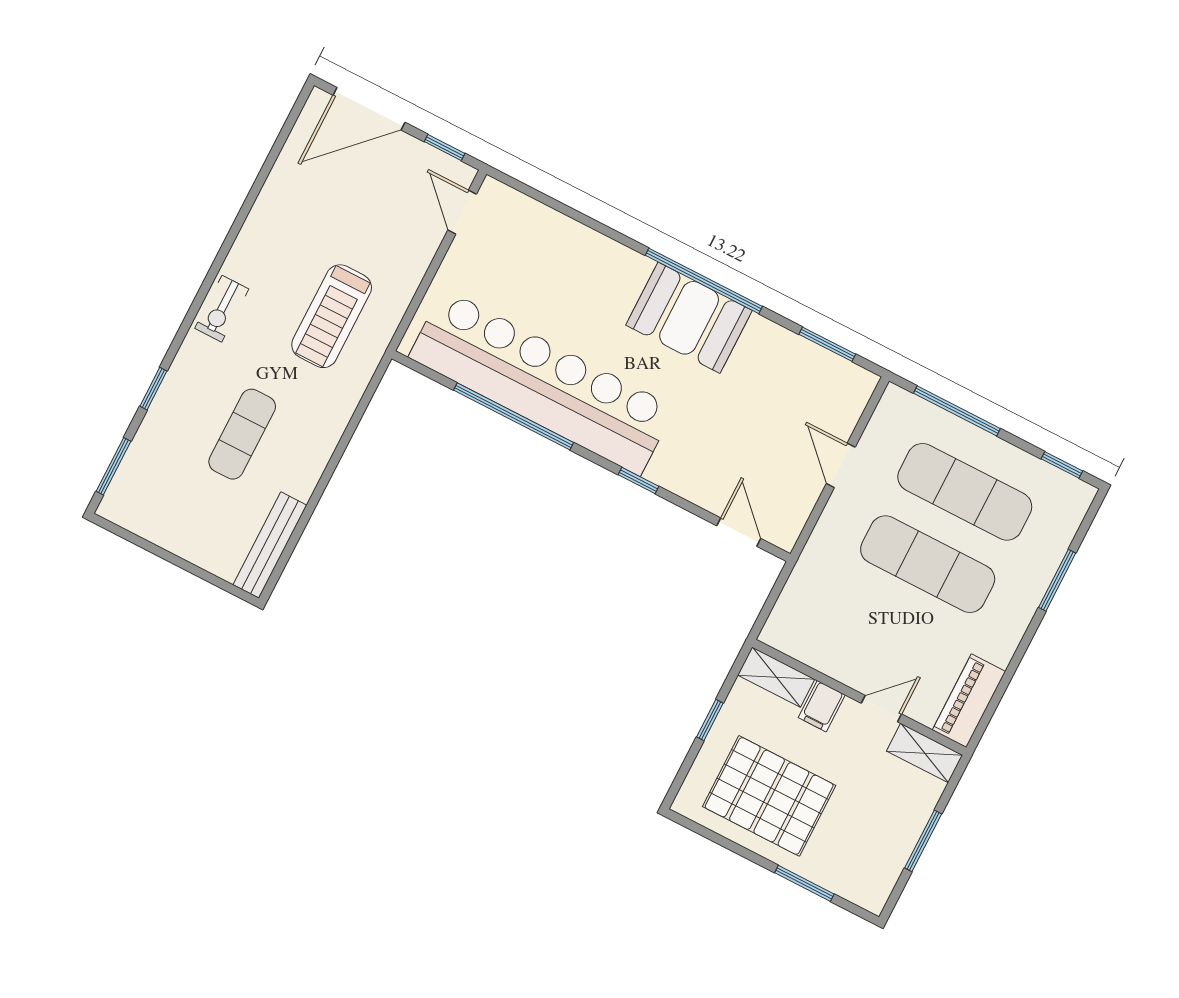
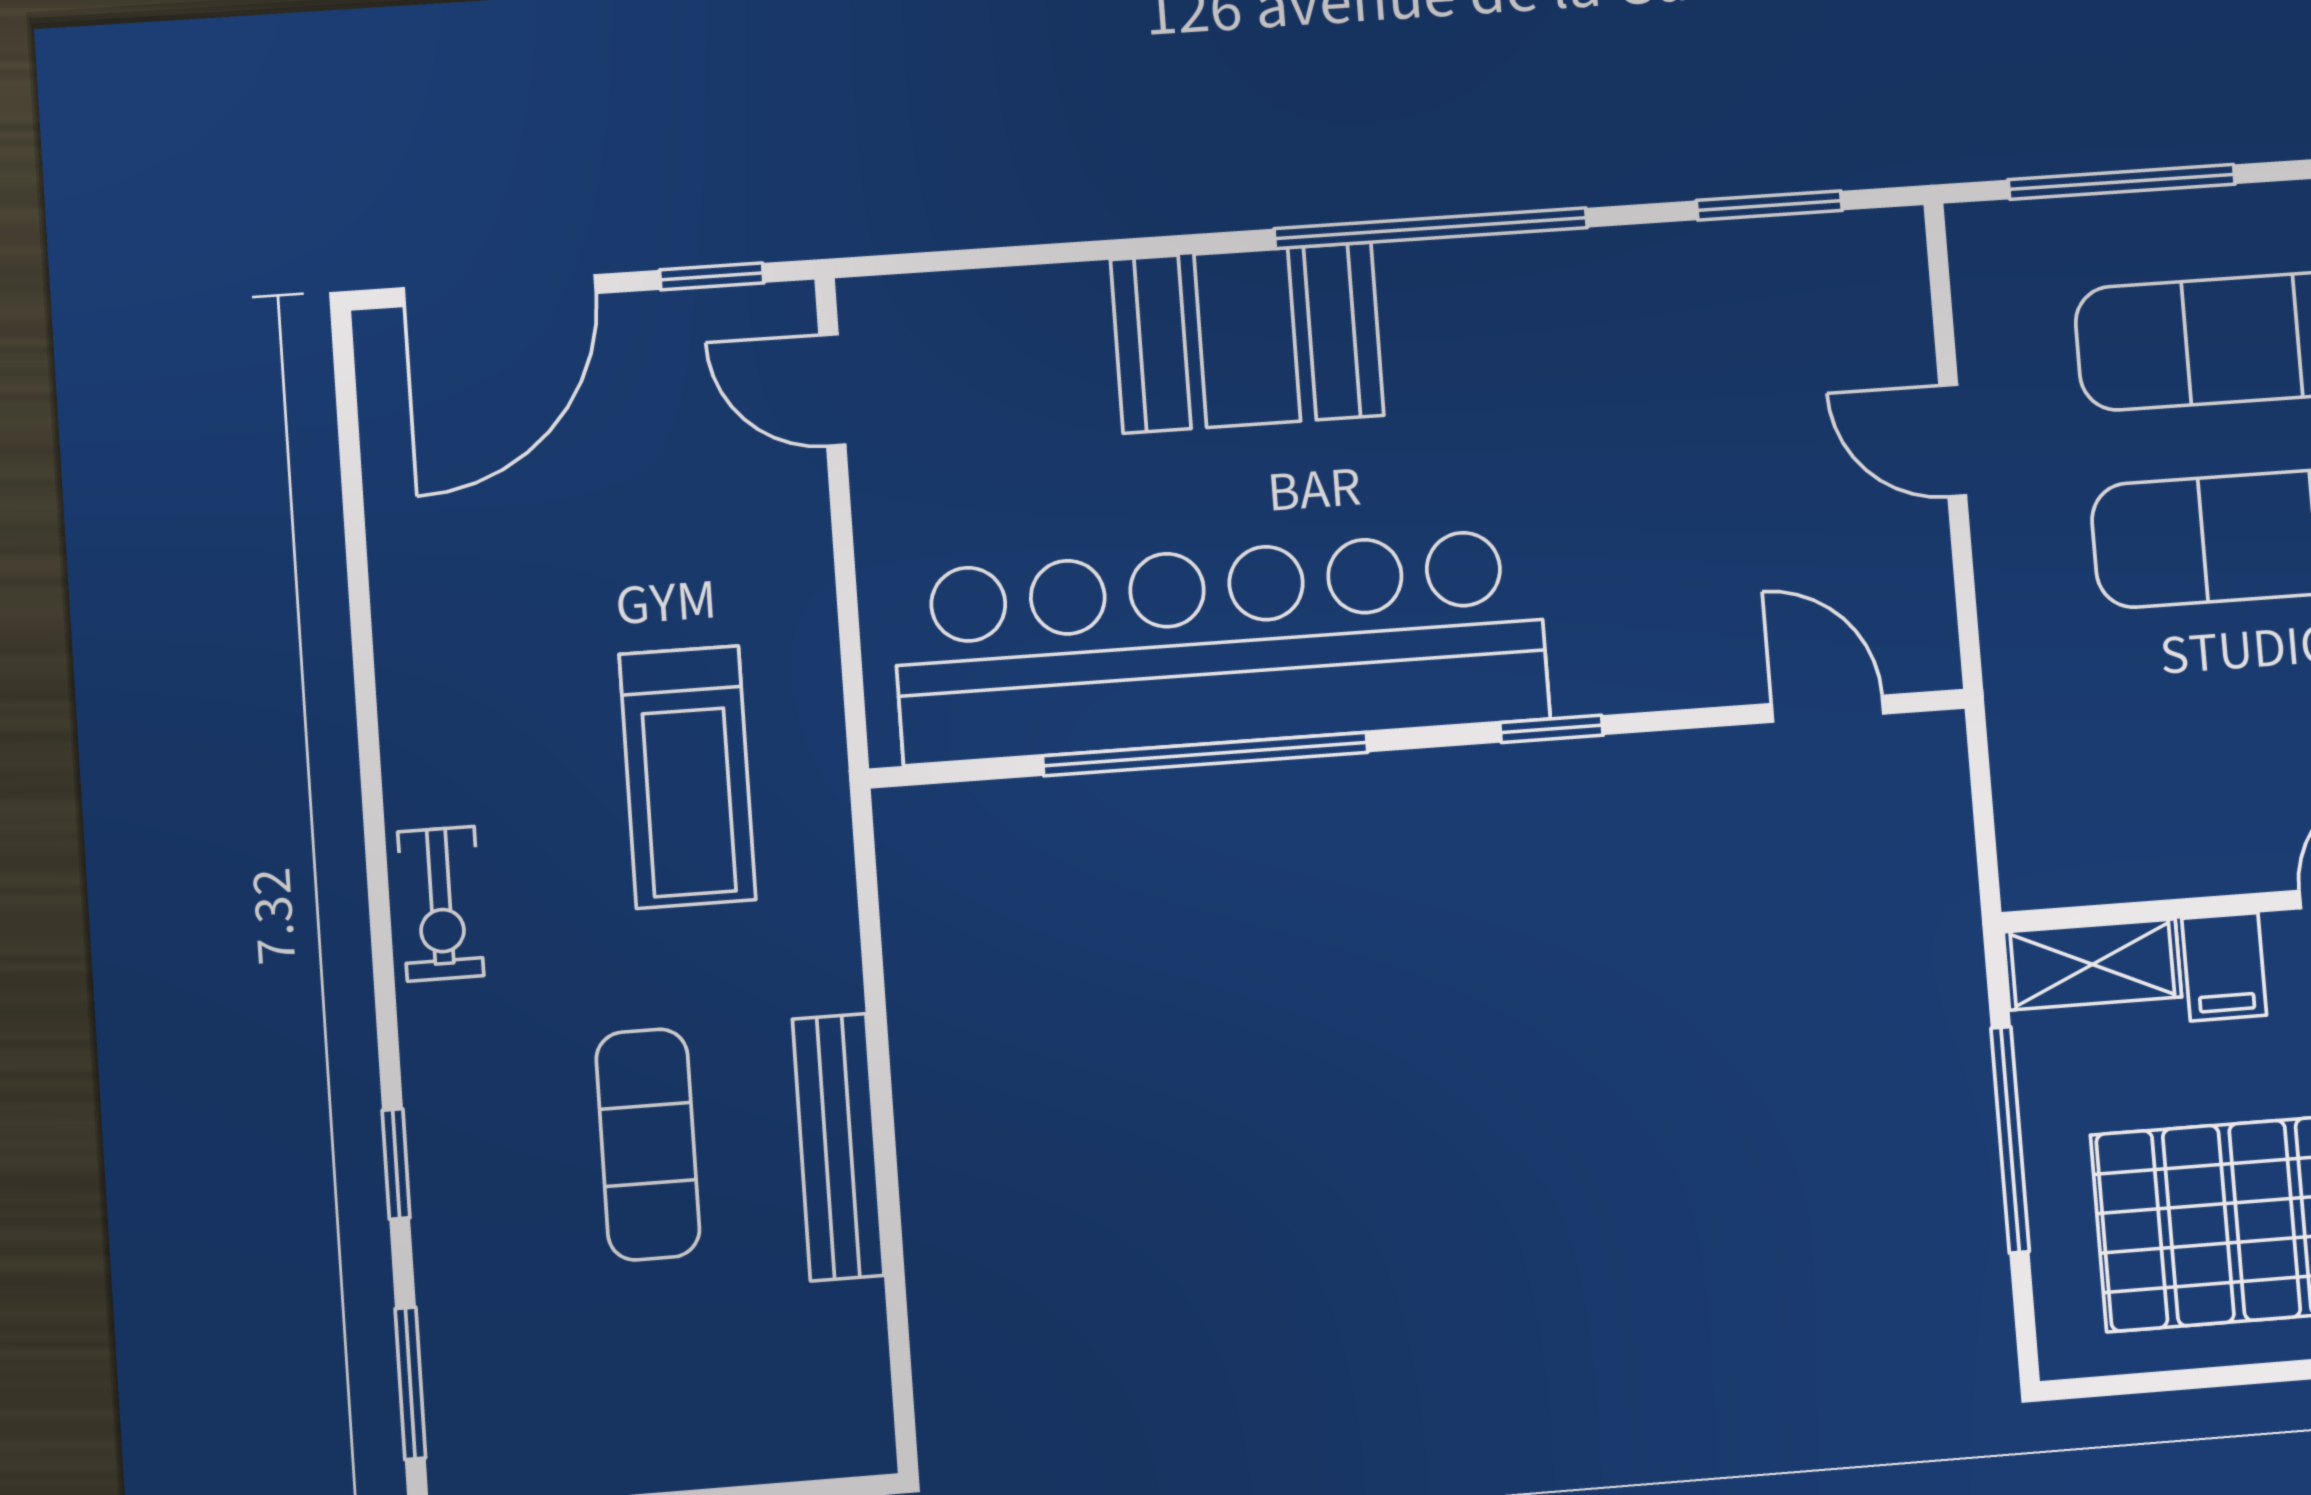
booth: (689, 318) -> (1247, 338), moved
bench: (270, 545) -> (838, 1147), moved
window: (710, 720) -> (2010, 1140), width x2.17

